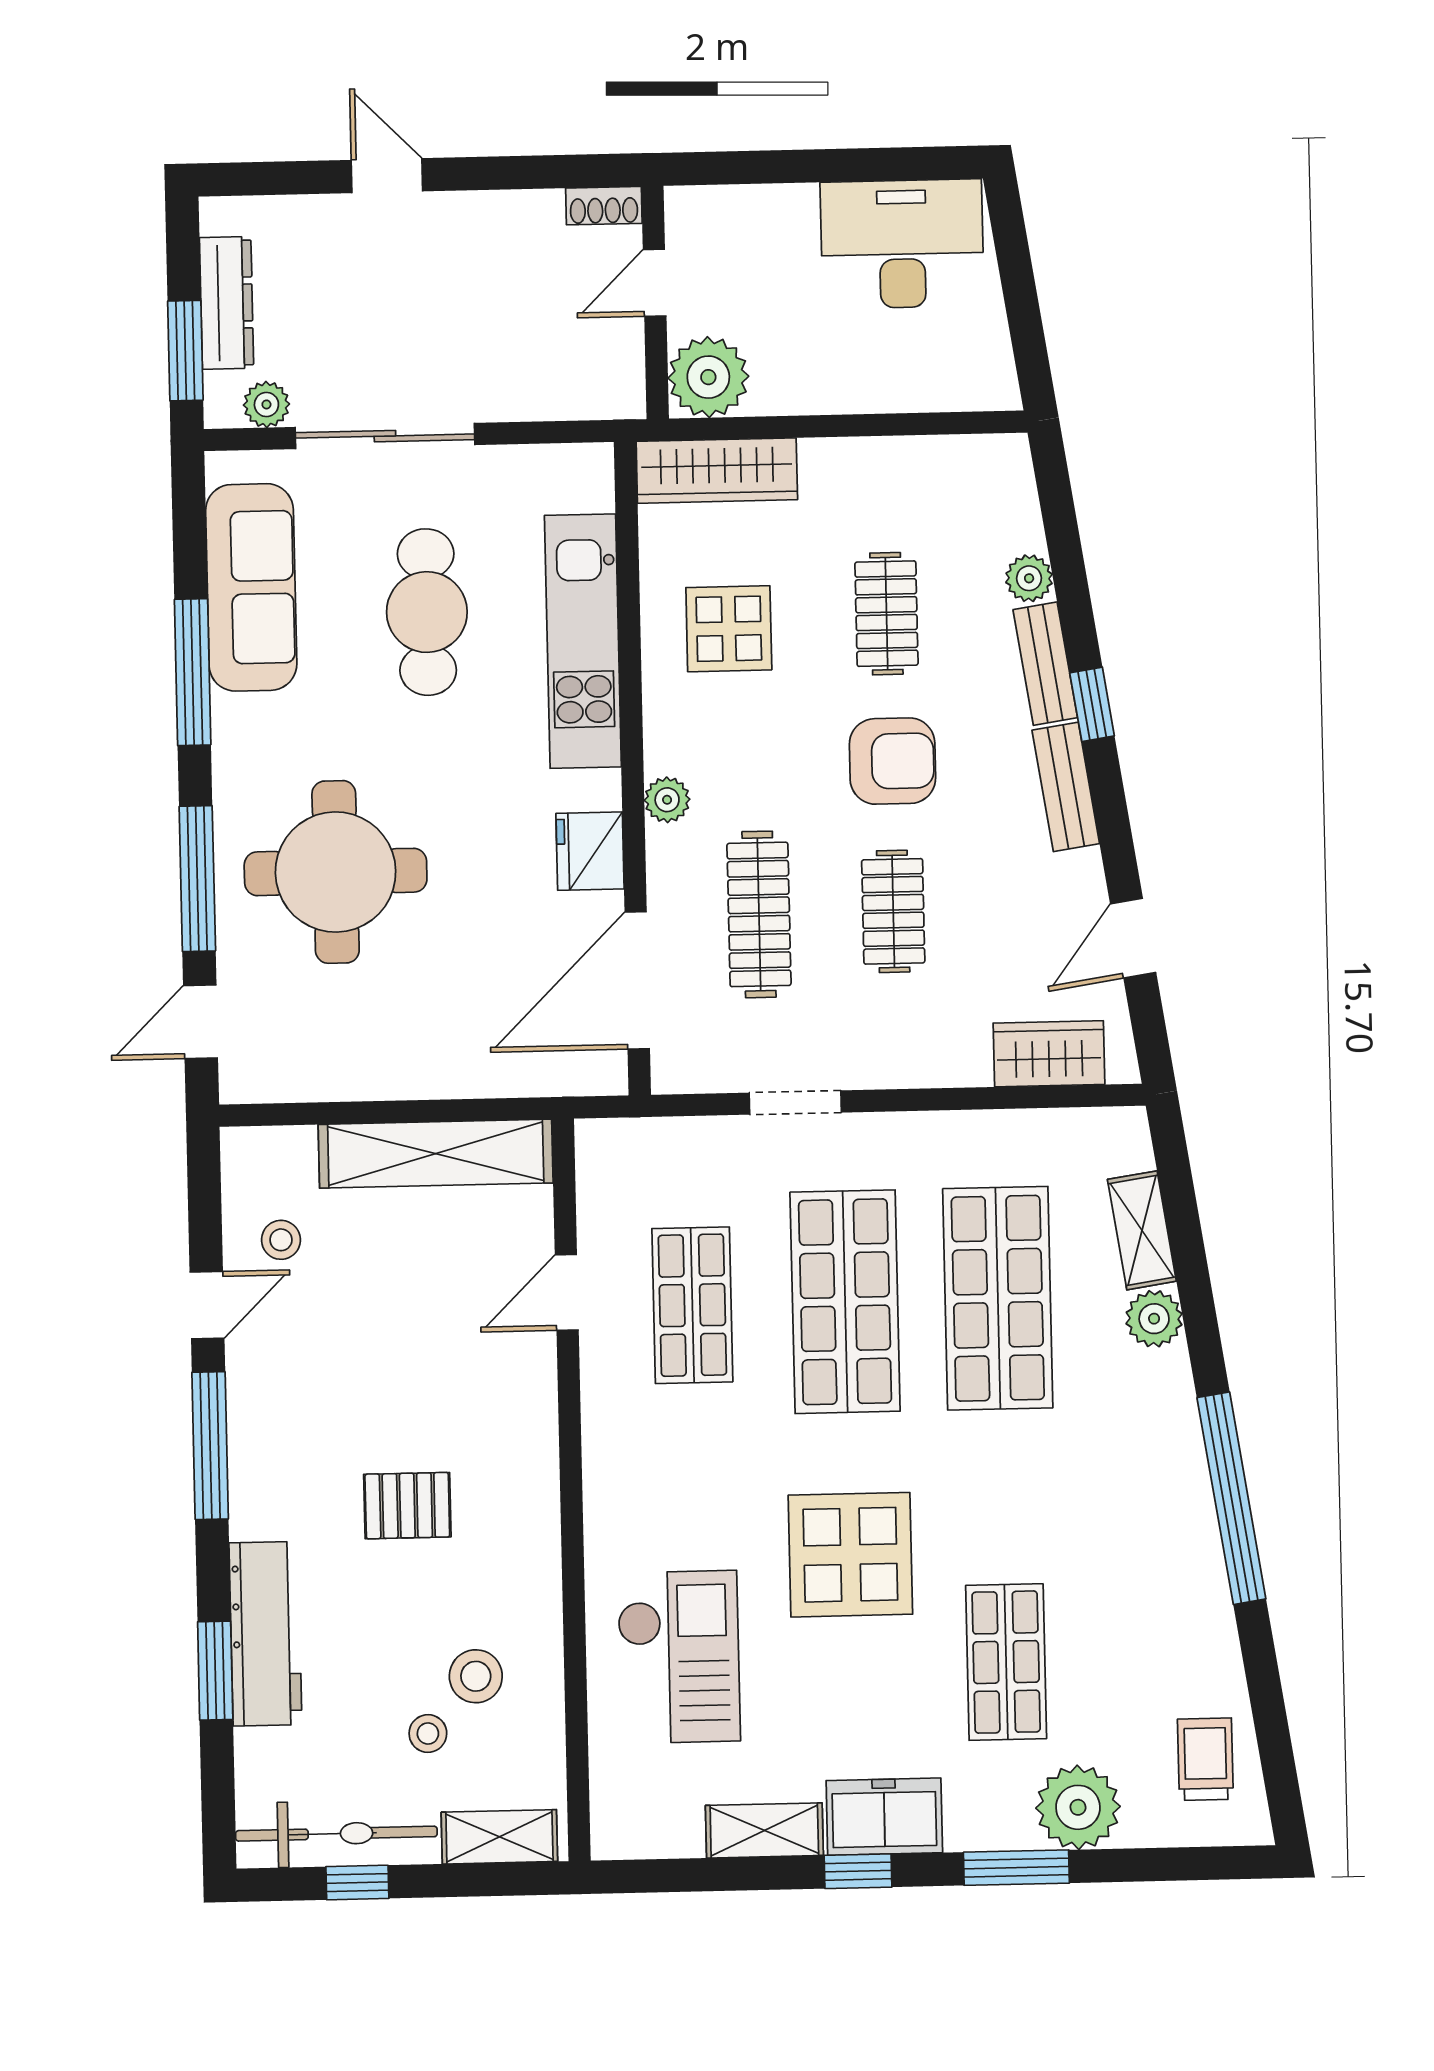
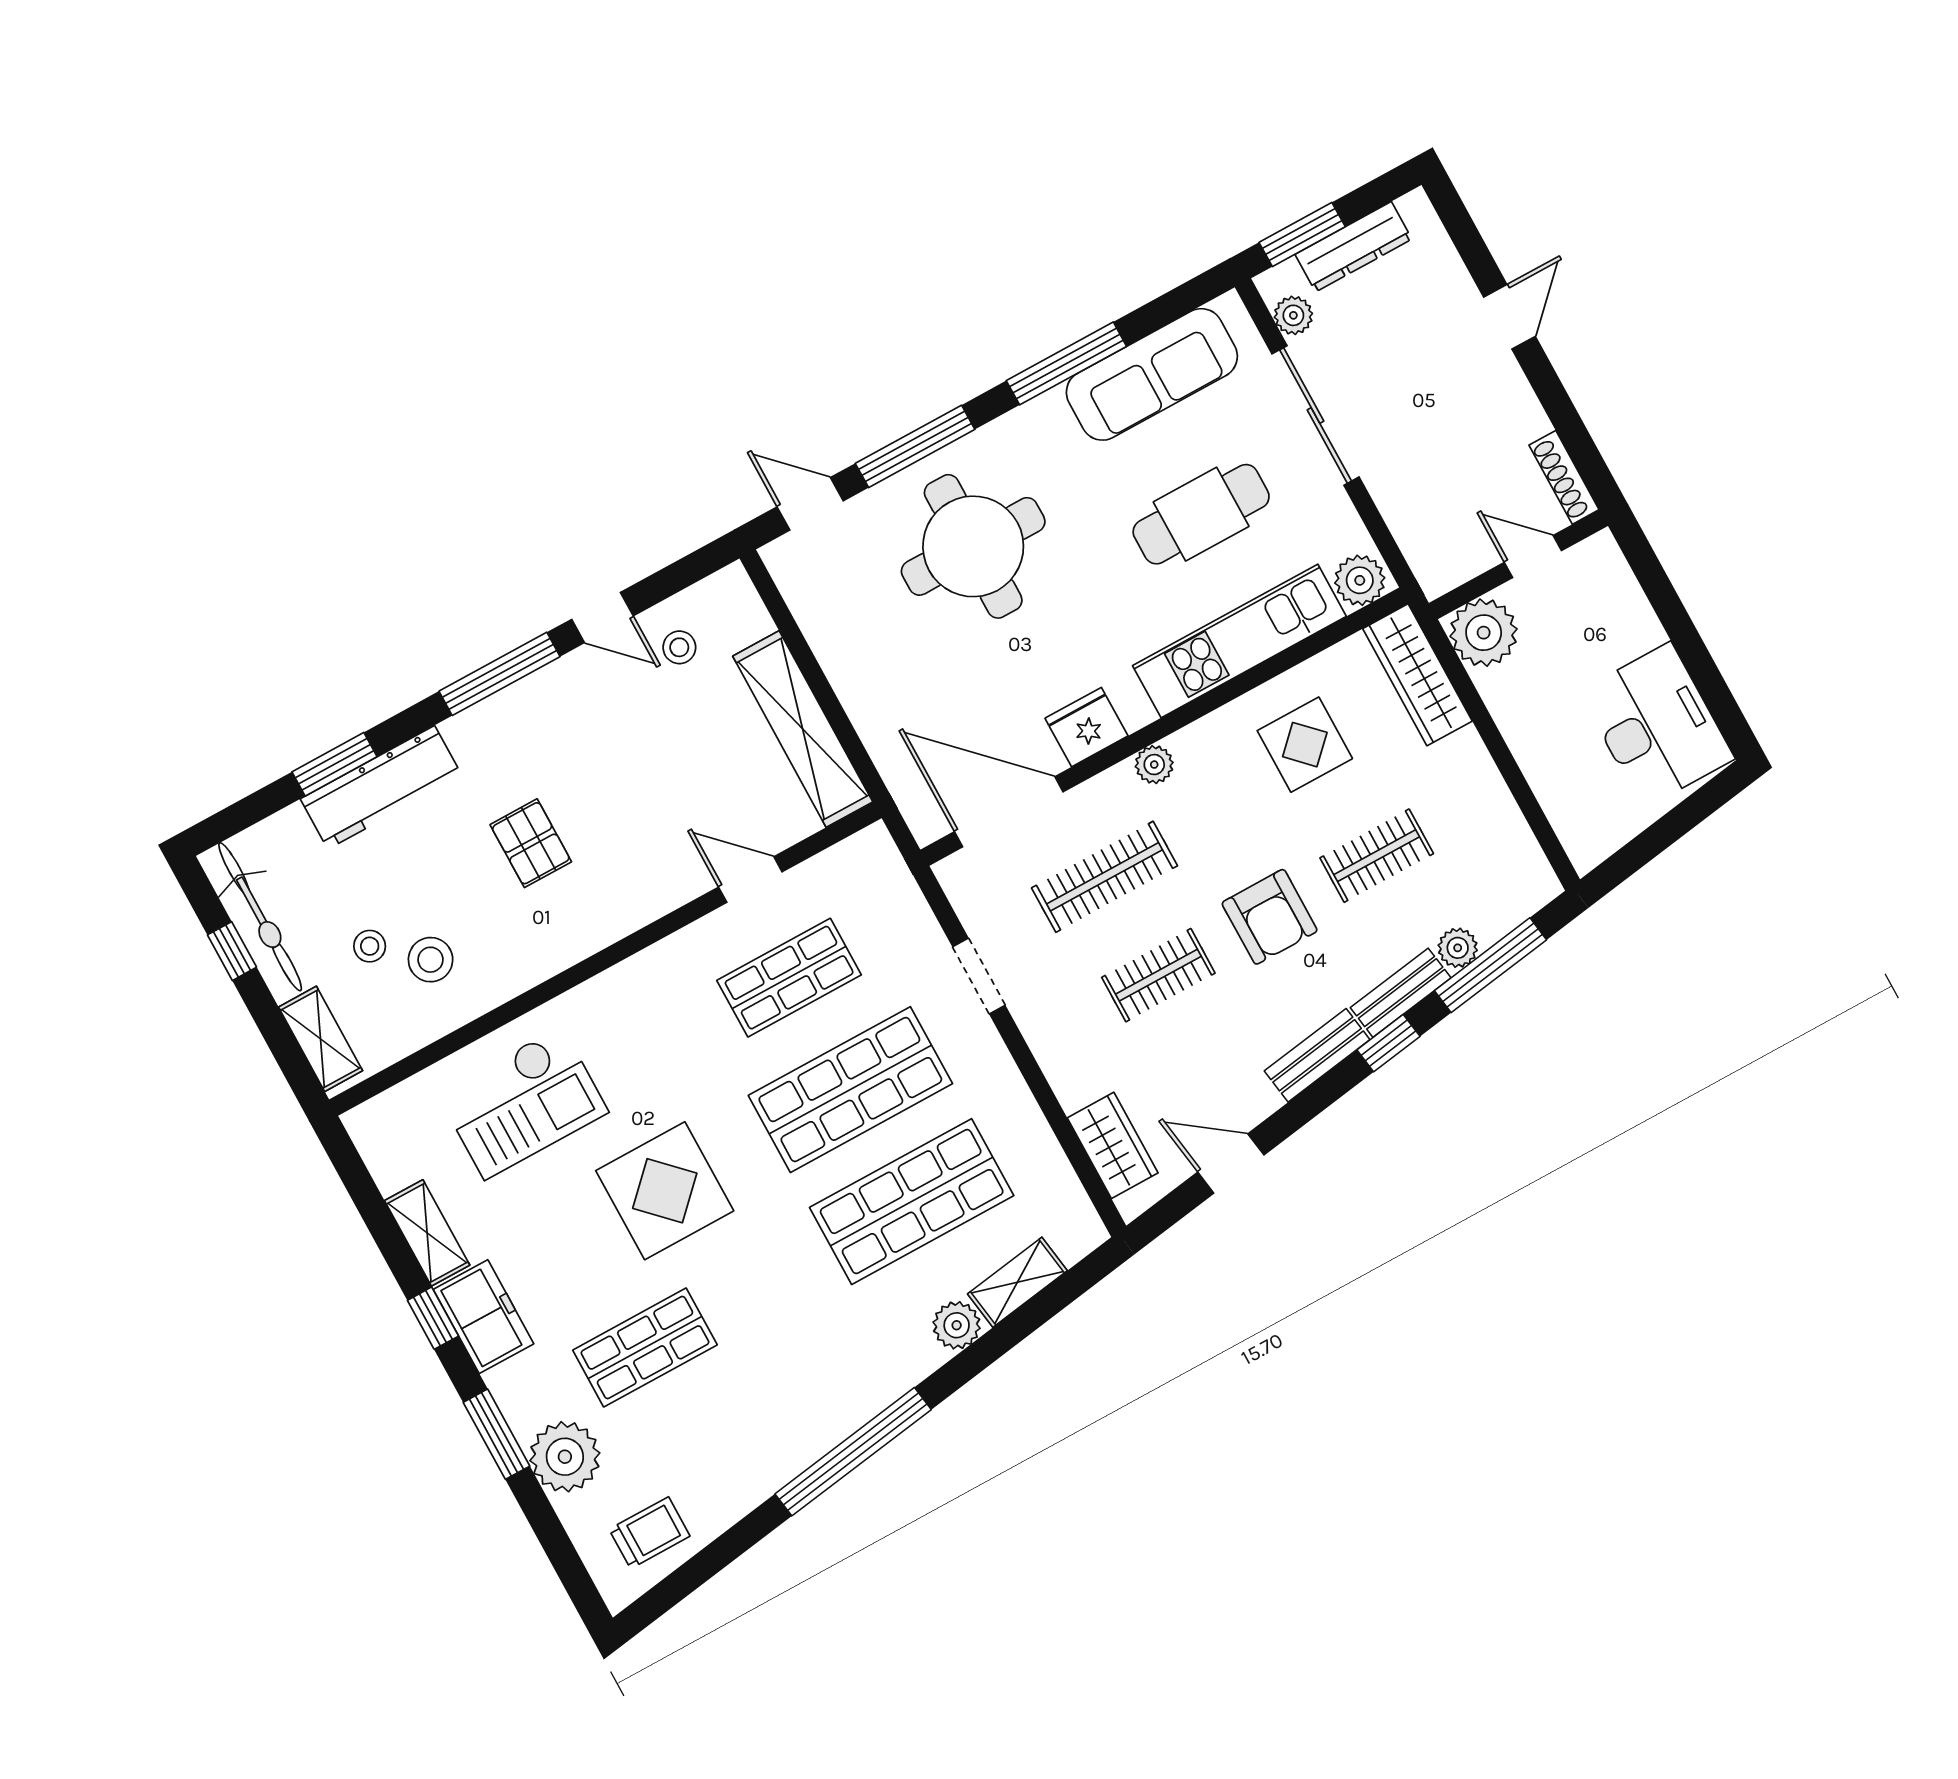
shoe rack: (604, 206) -> (1564, 477), width x1.43
plant: (585, 480) -> (1360, 580), added
window: (1066, 553) -> (1490, 965), added

